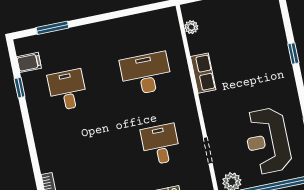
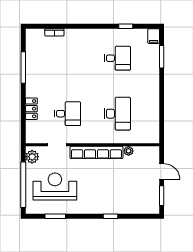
plant: (191, 27) -> (129, 151), moved
filing cabinet: (29, 62) -> (154, 36), moved
row of seats: (203, 73) -> (96, 152), width x2.02

